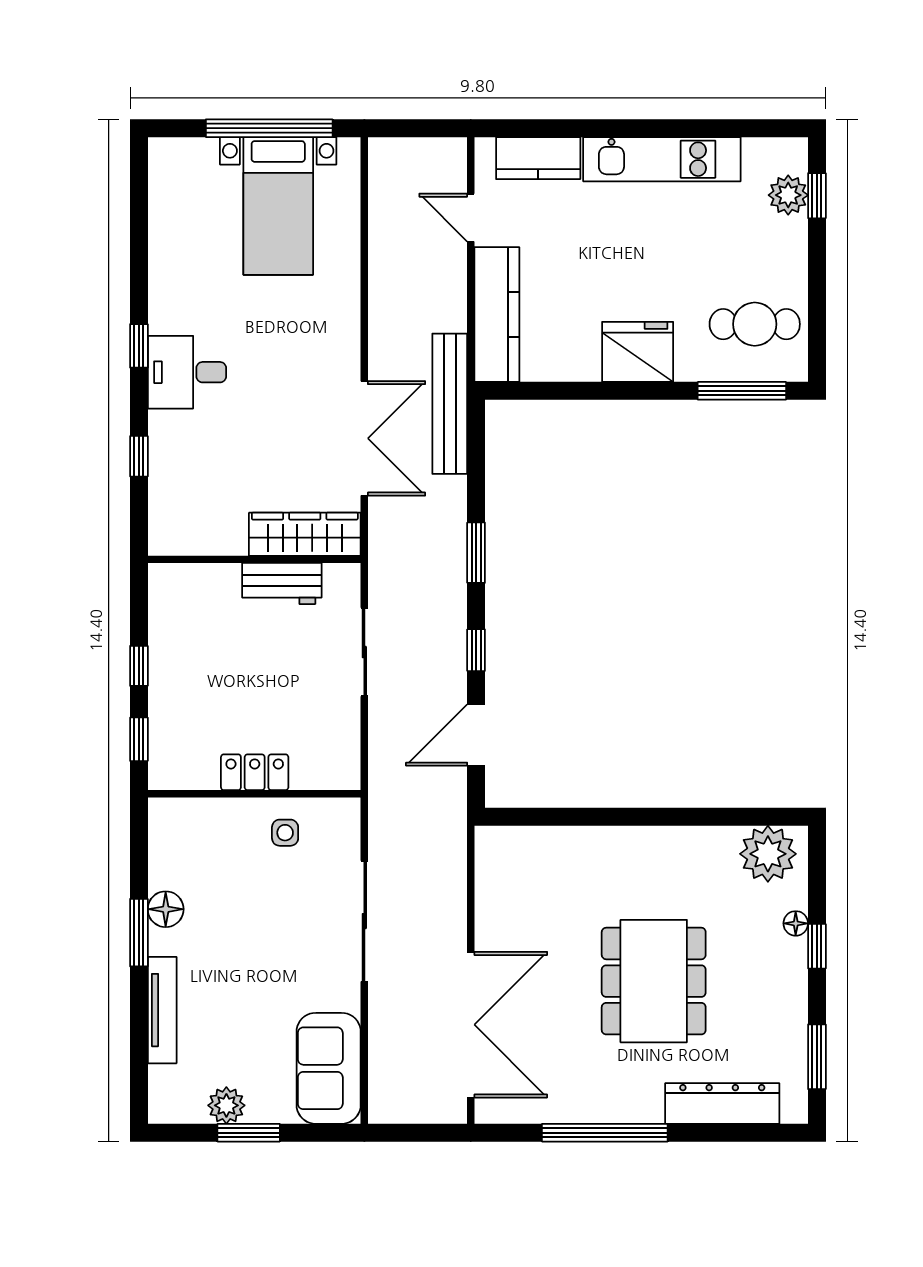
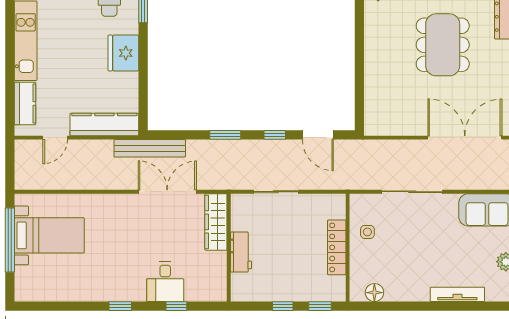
desk: (187, 372) -> (165, 282), moved
workbench: (282, 584) -> (241, 252), moved
locker: (255, 772) -> (337, 247), width x1.53
floor lamp: (166, 909) -> (374, 293), moved
window: (139, 933) -> (418, 306), removed
dining table: (654, 981) -> (443, 45), turned 90

